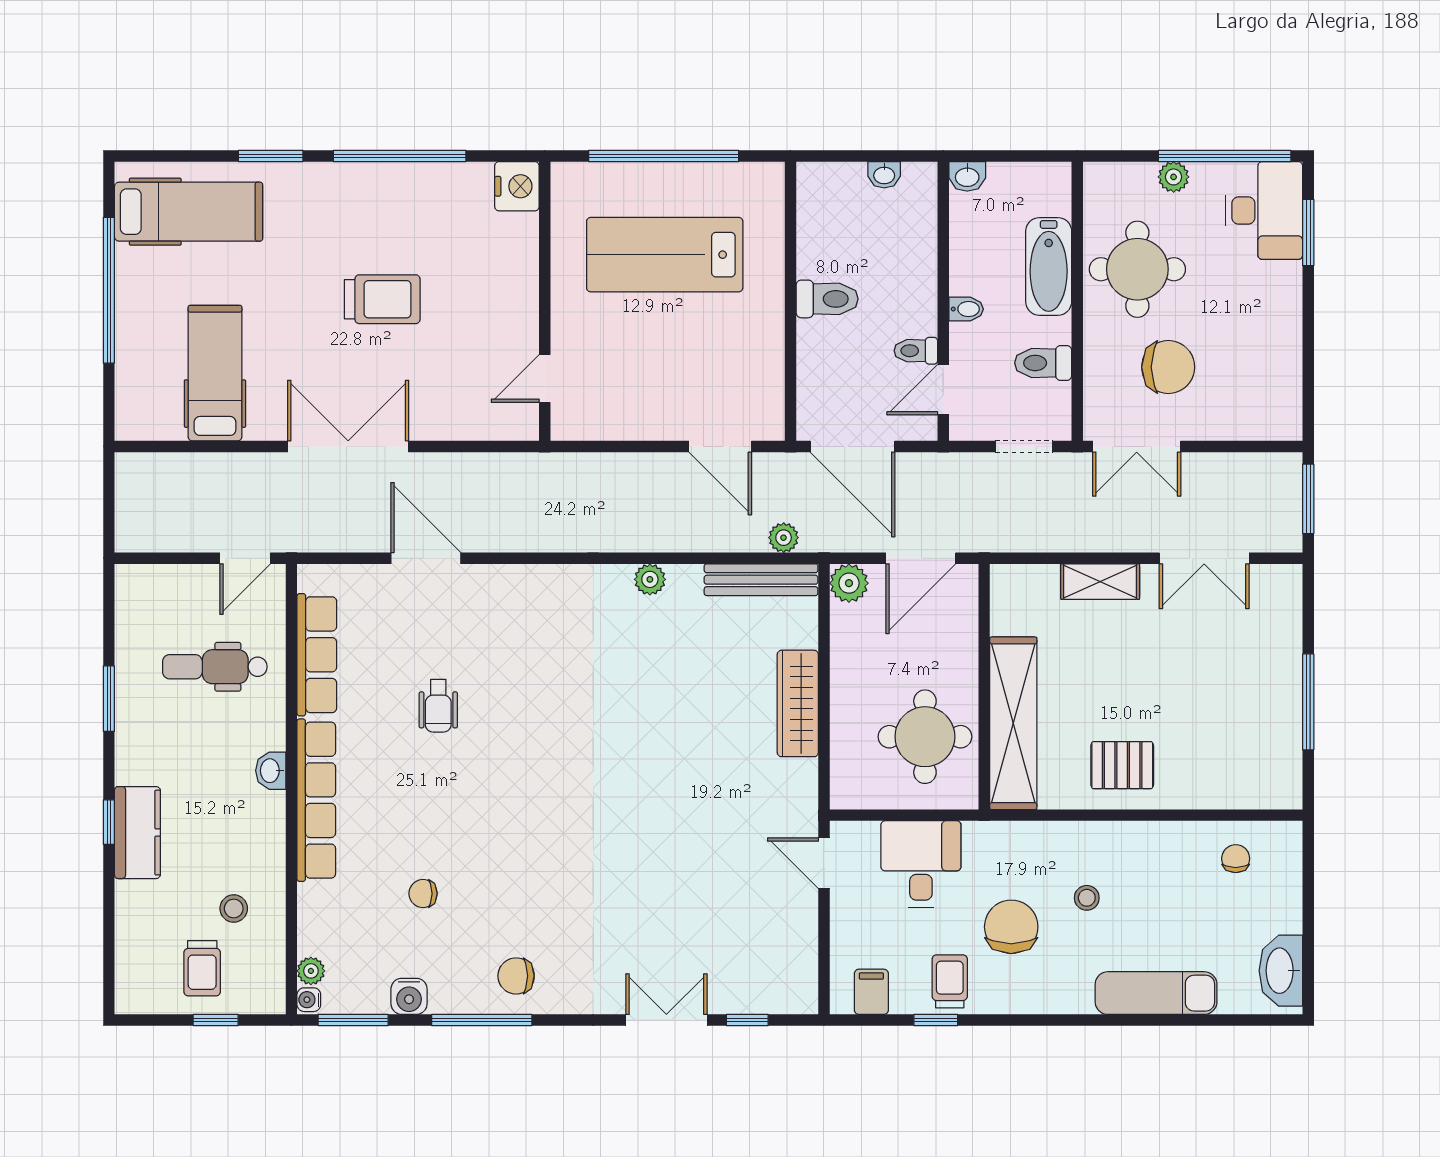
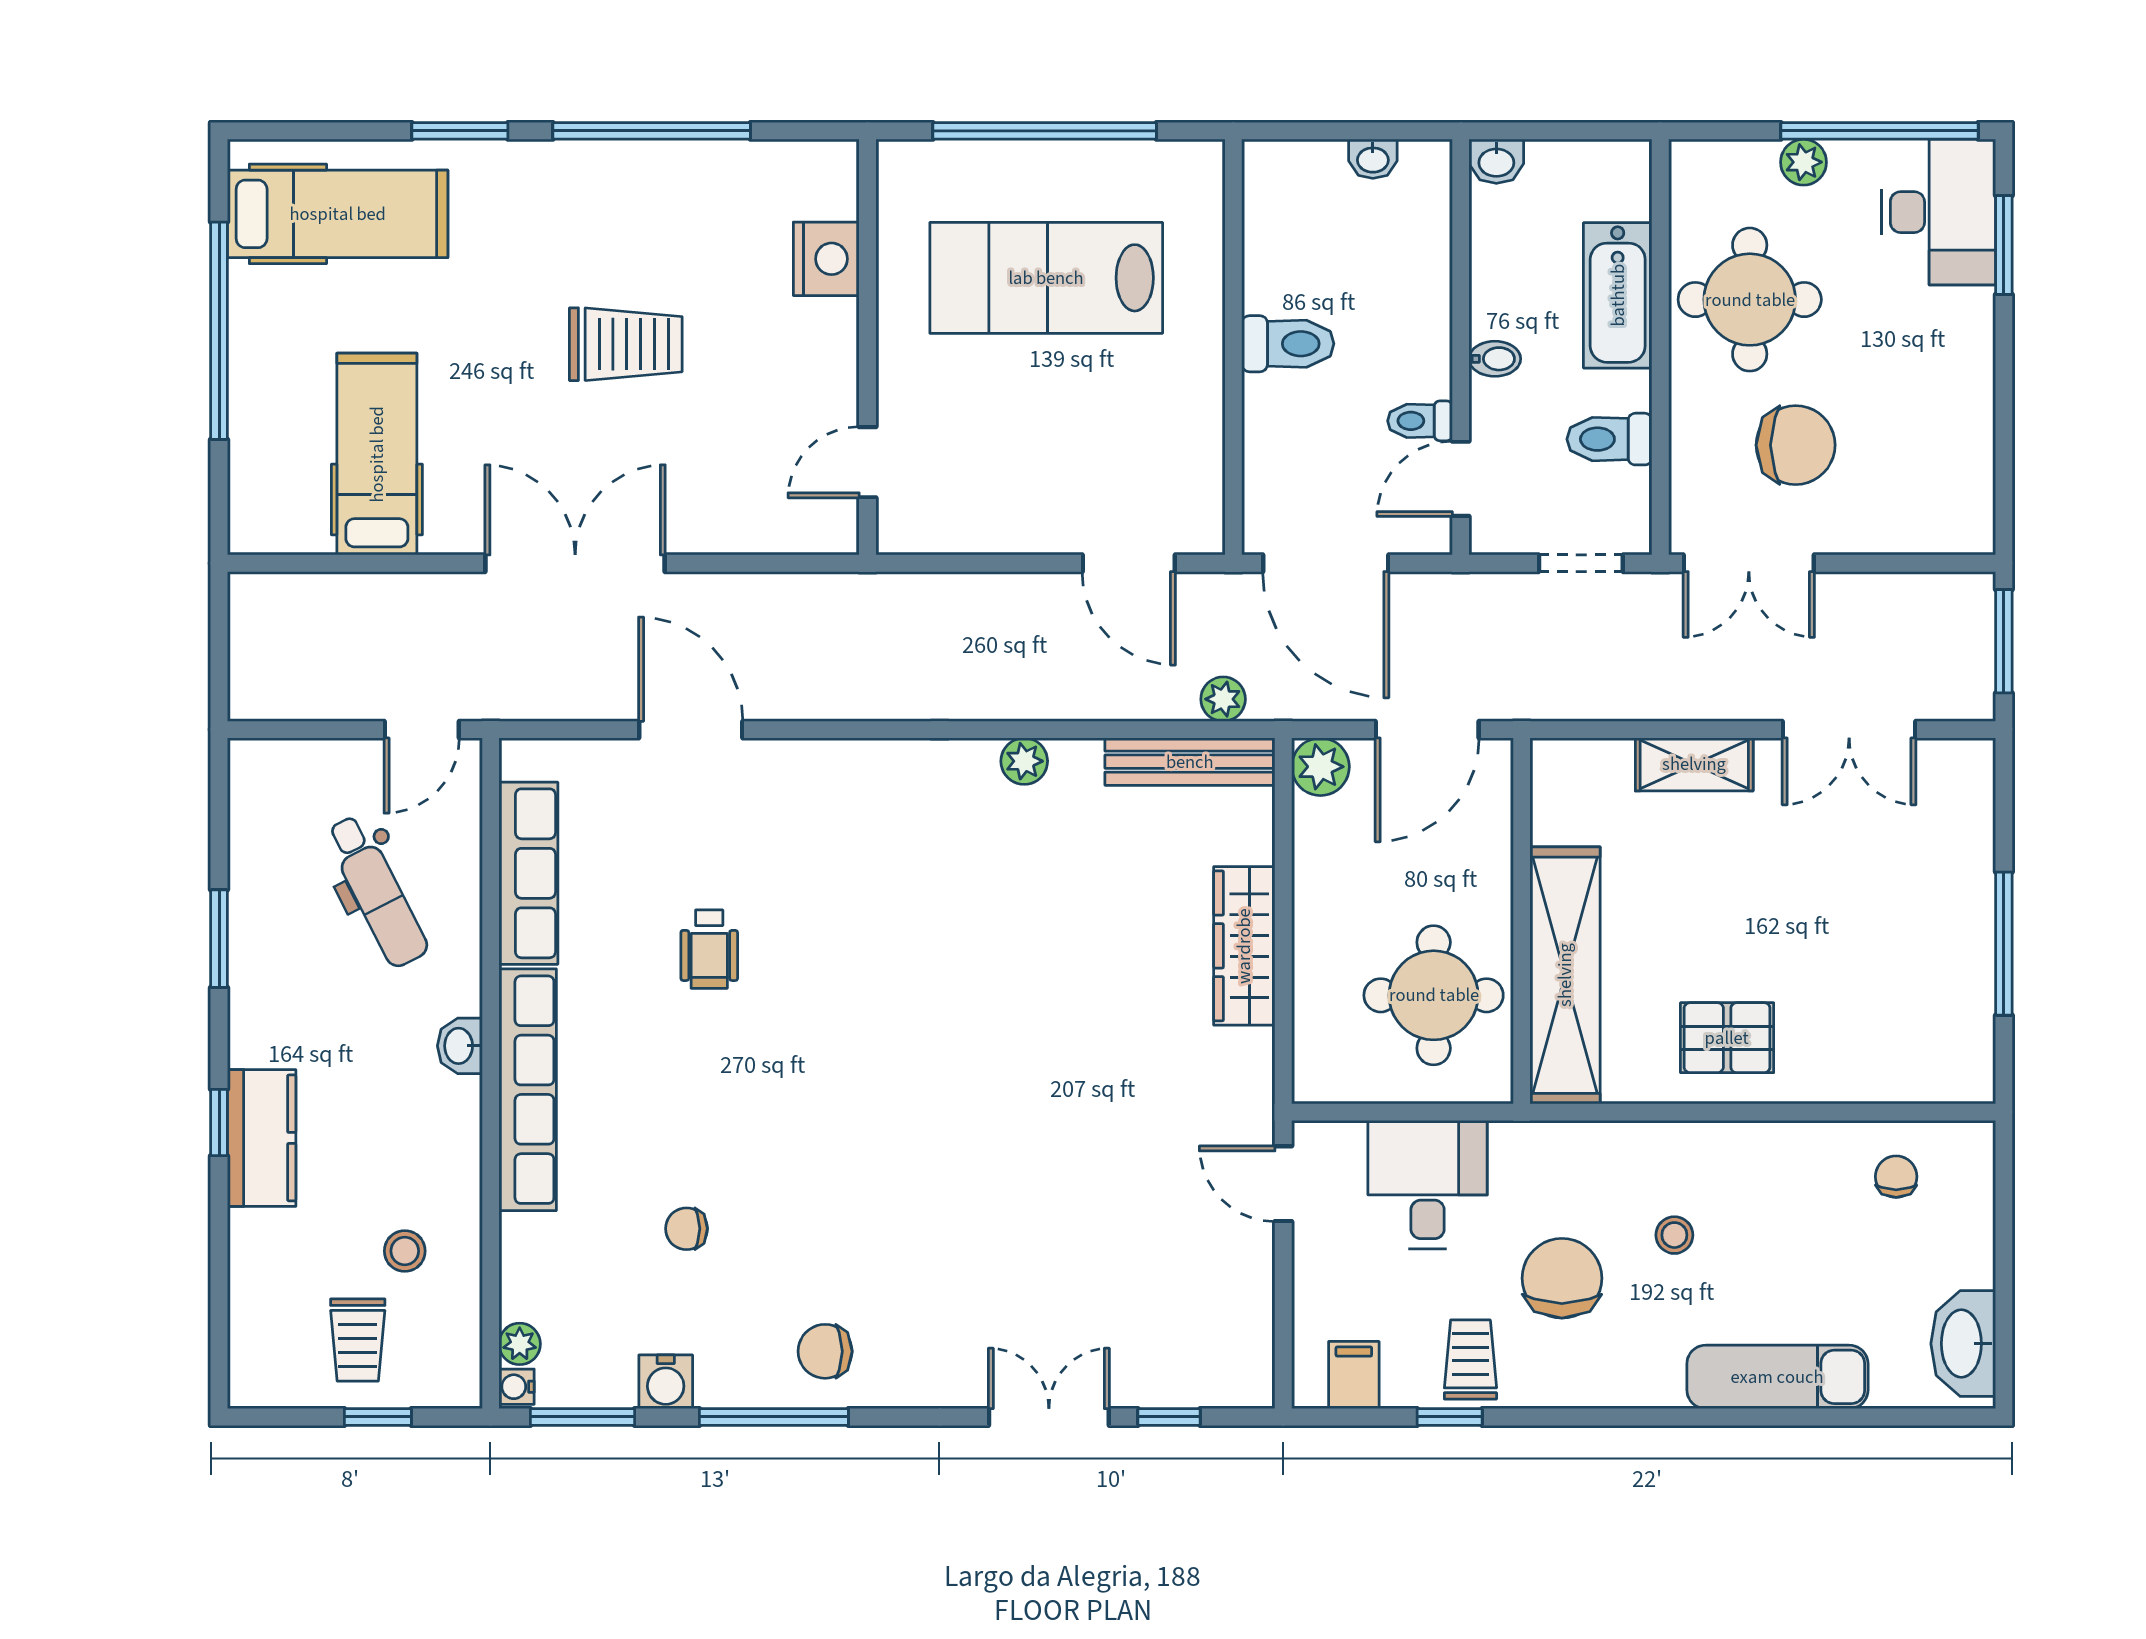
nightstand: (517, 186) -> (826, 259), moved
dental chair: (215, 667) -> (377, 891), turned -117

